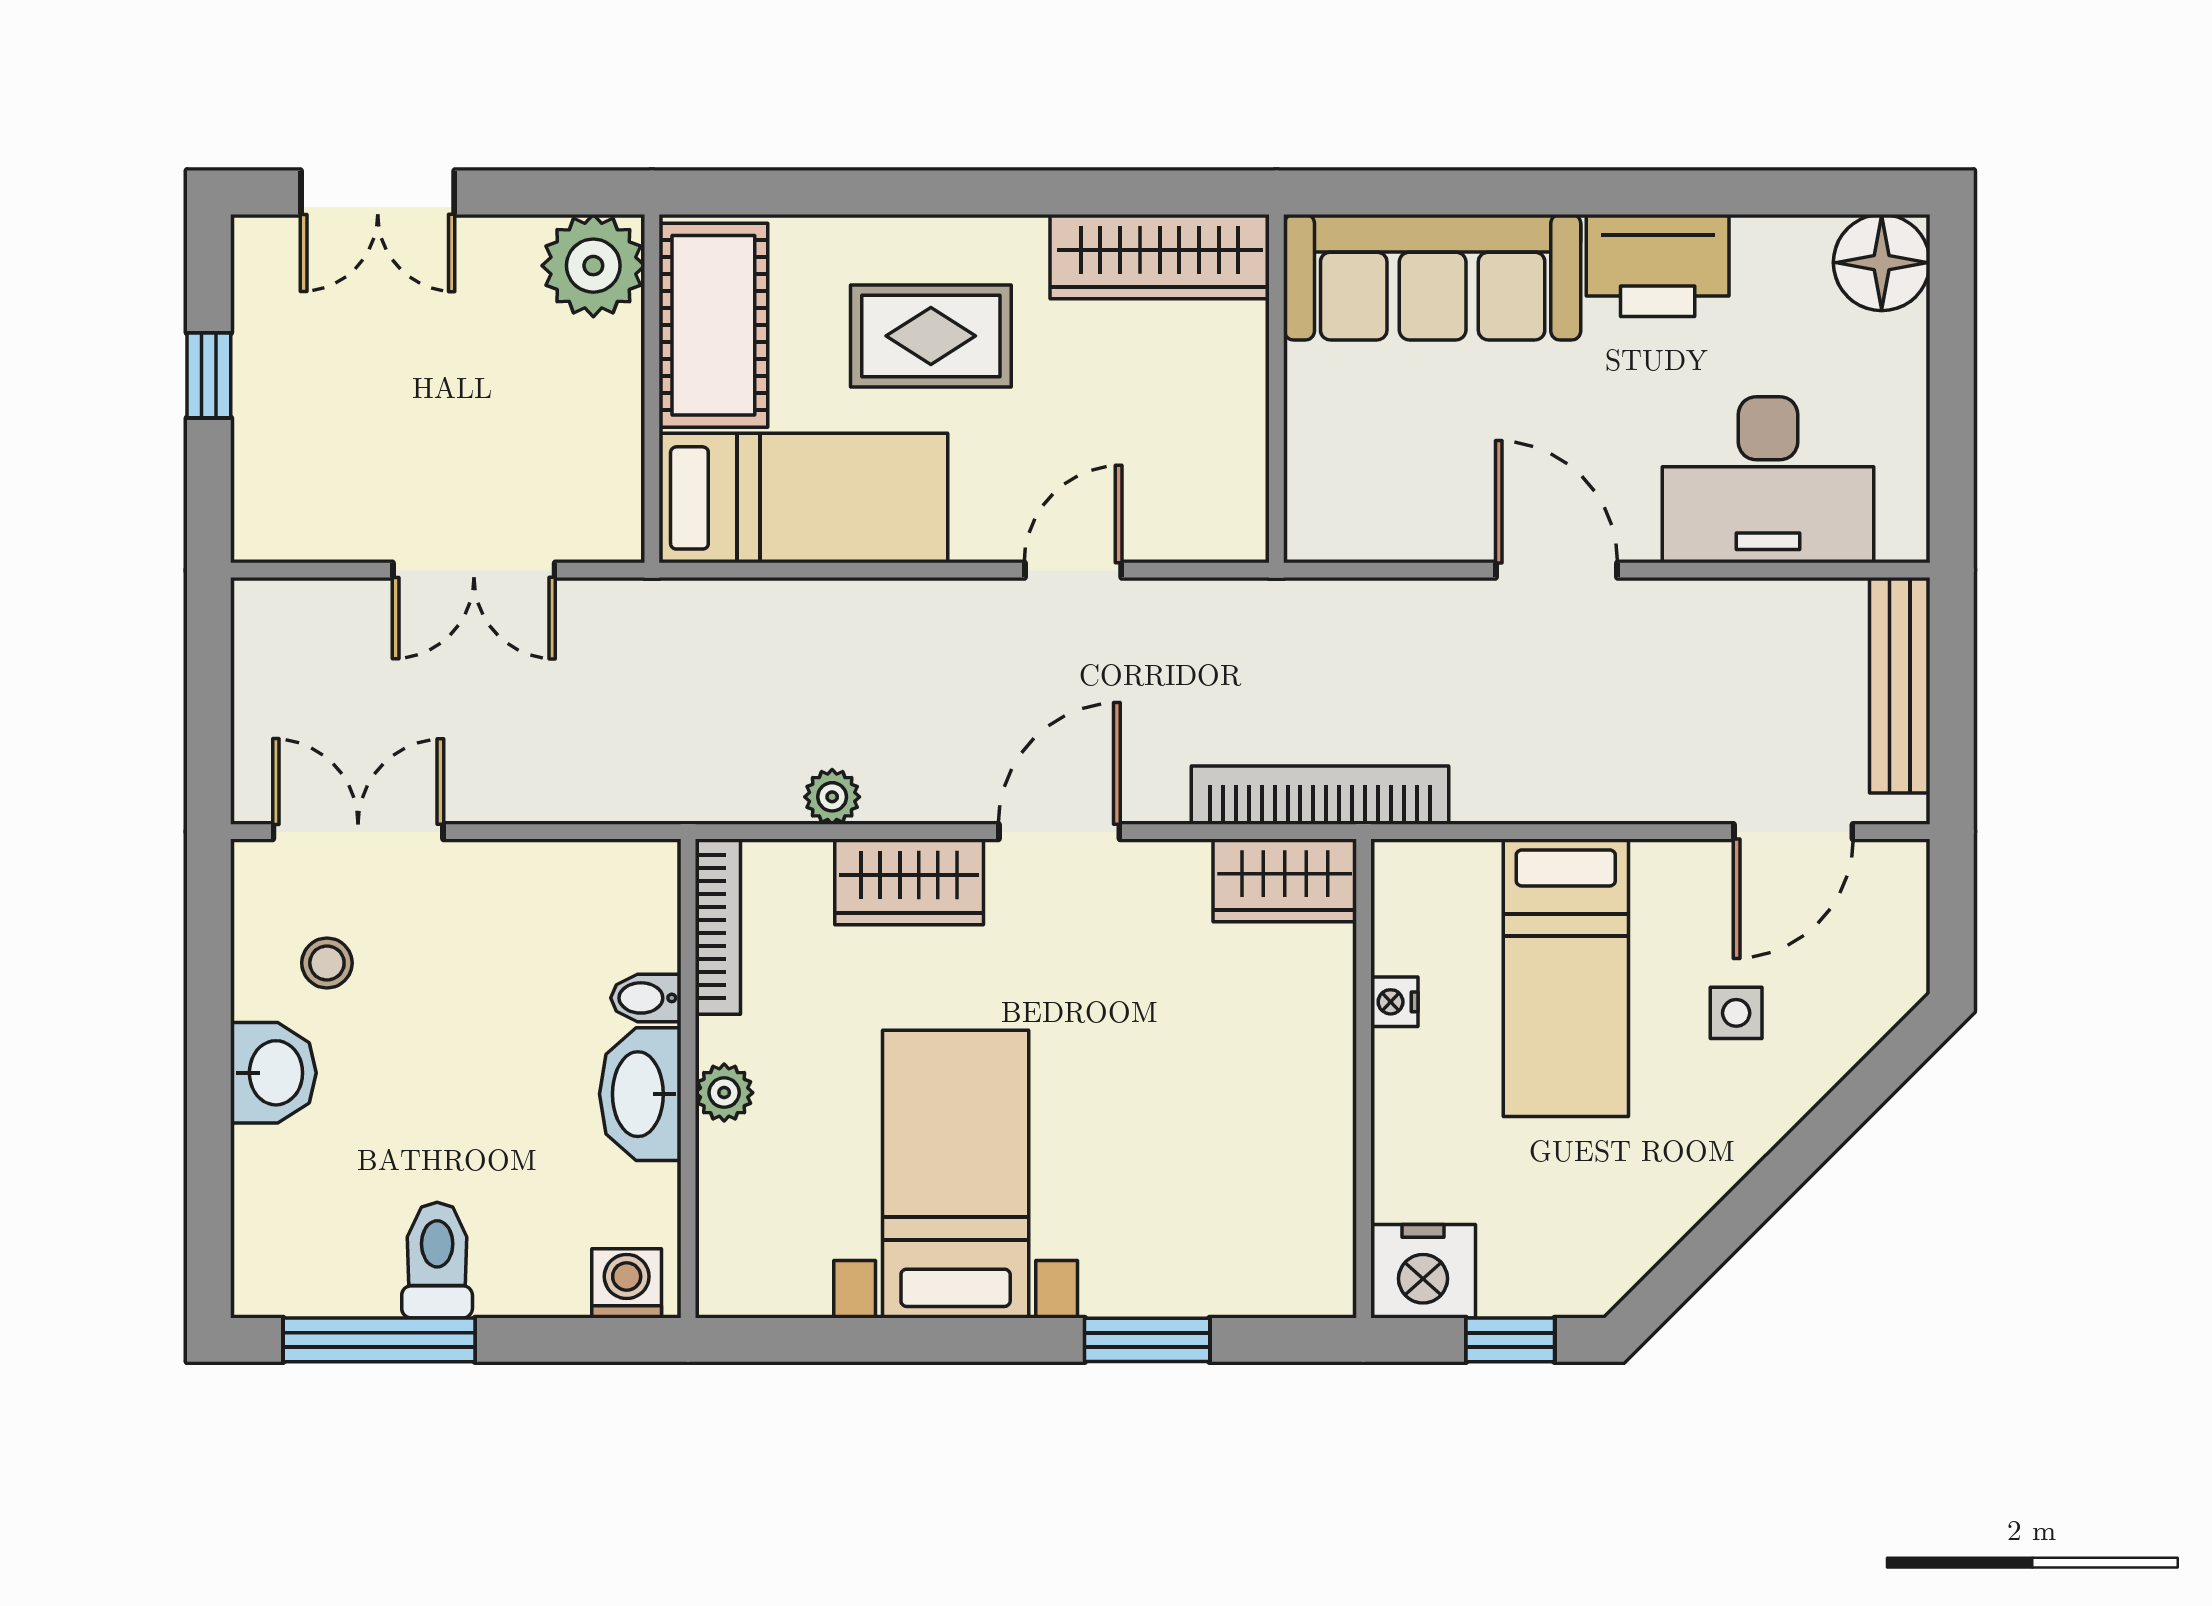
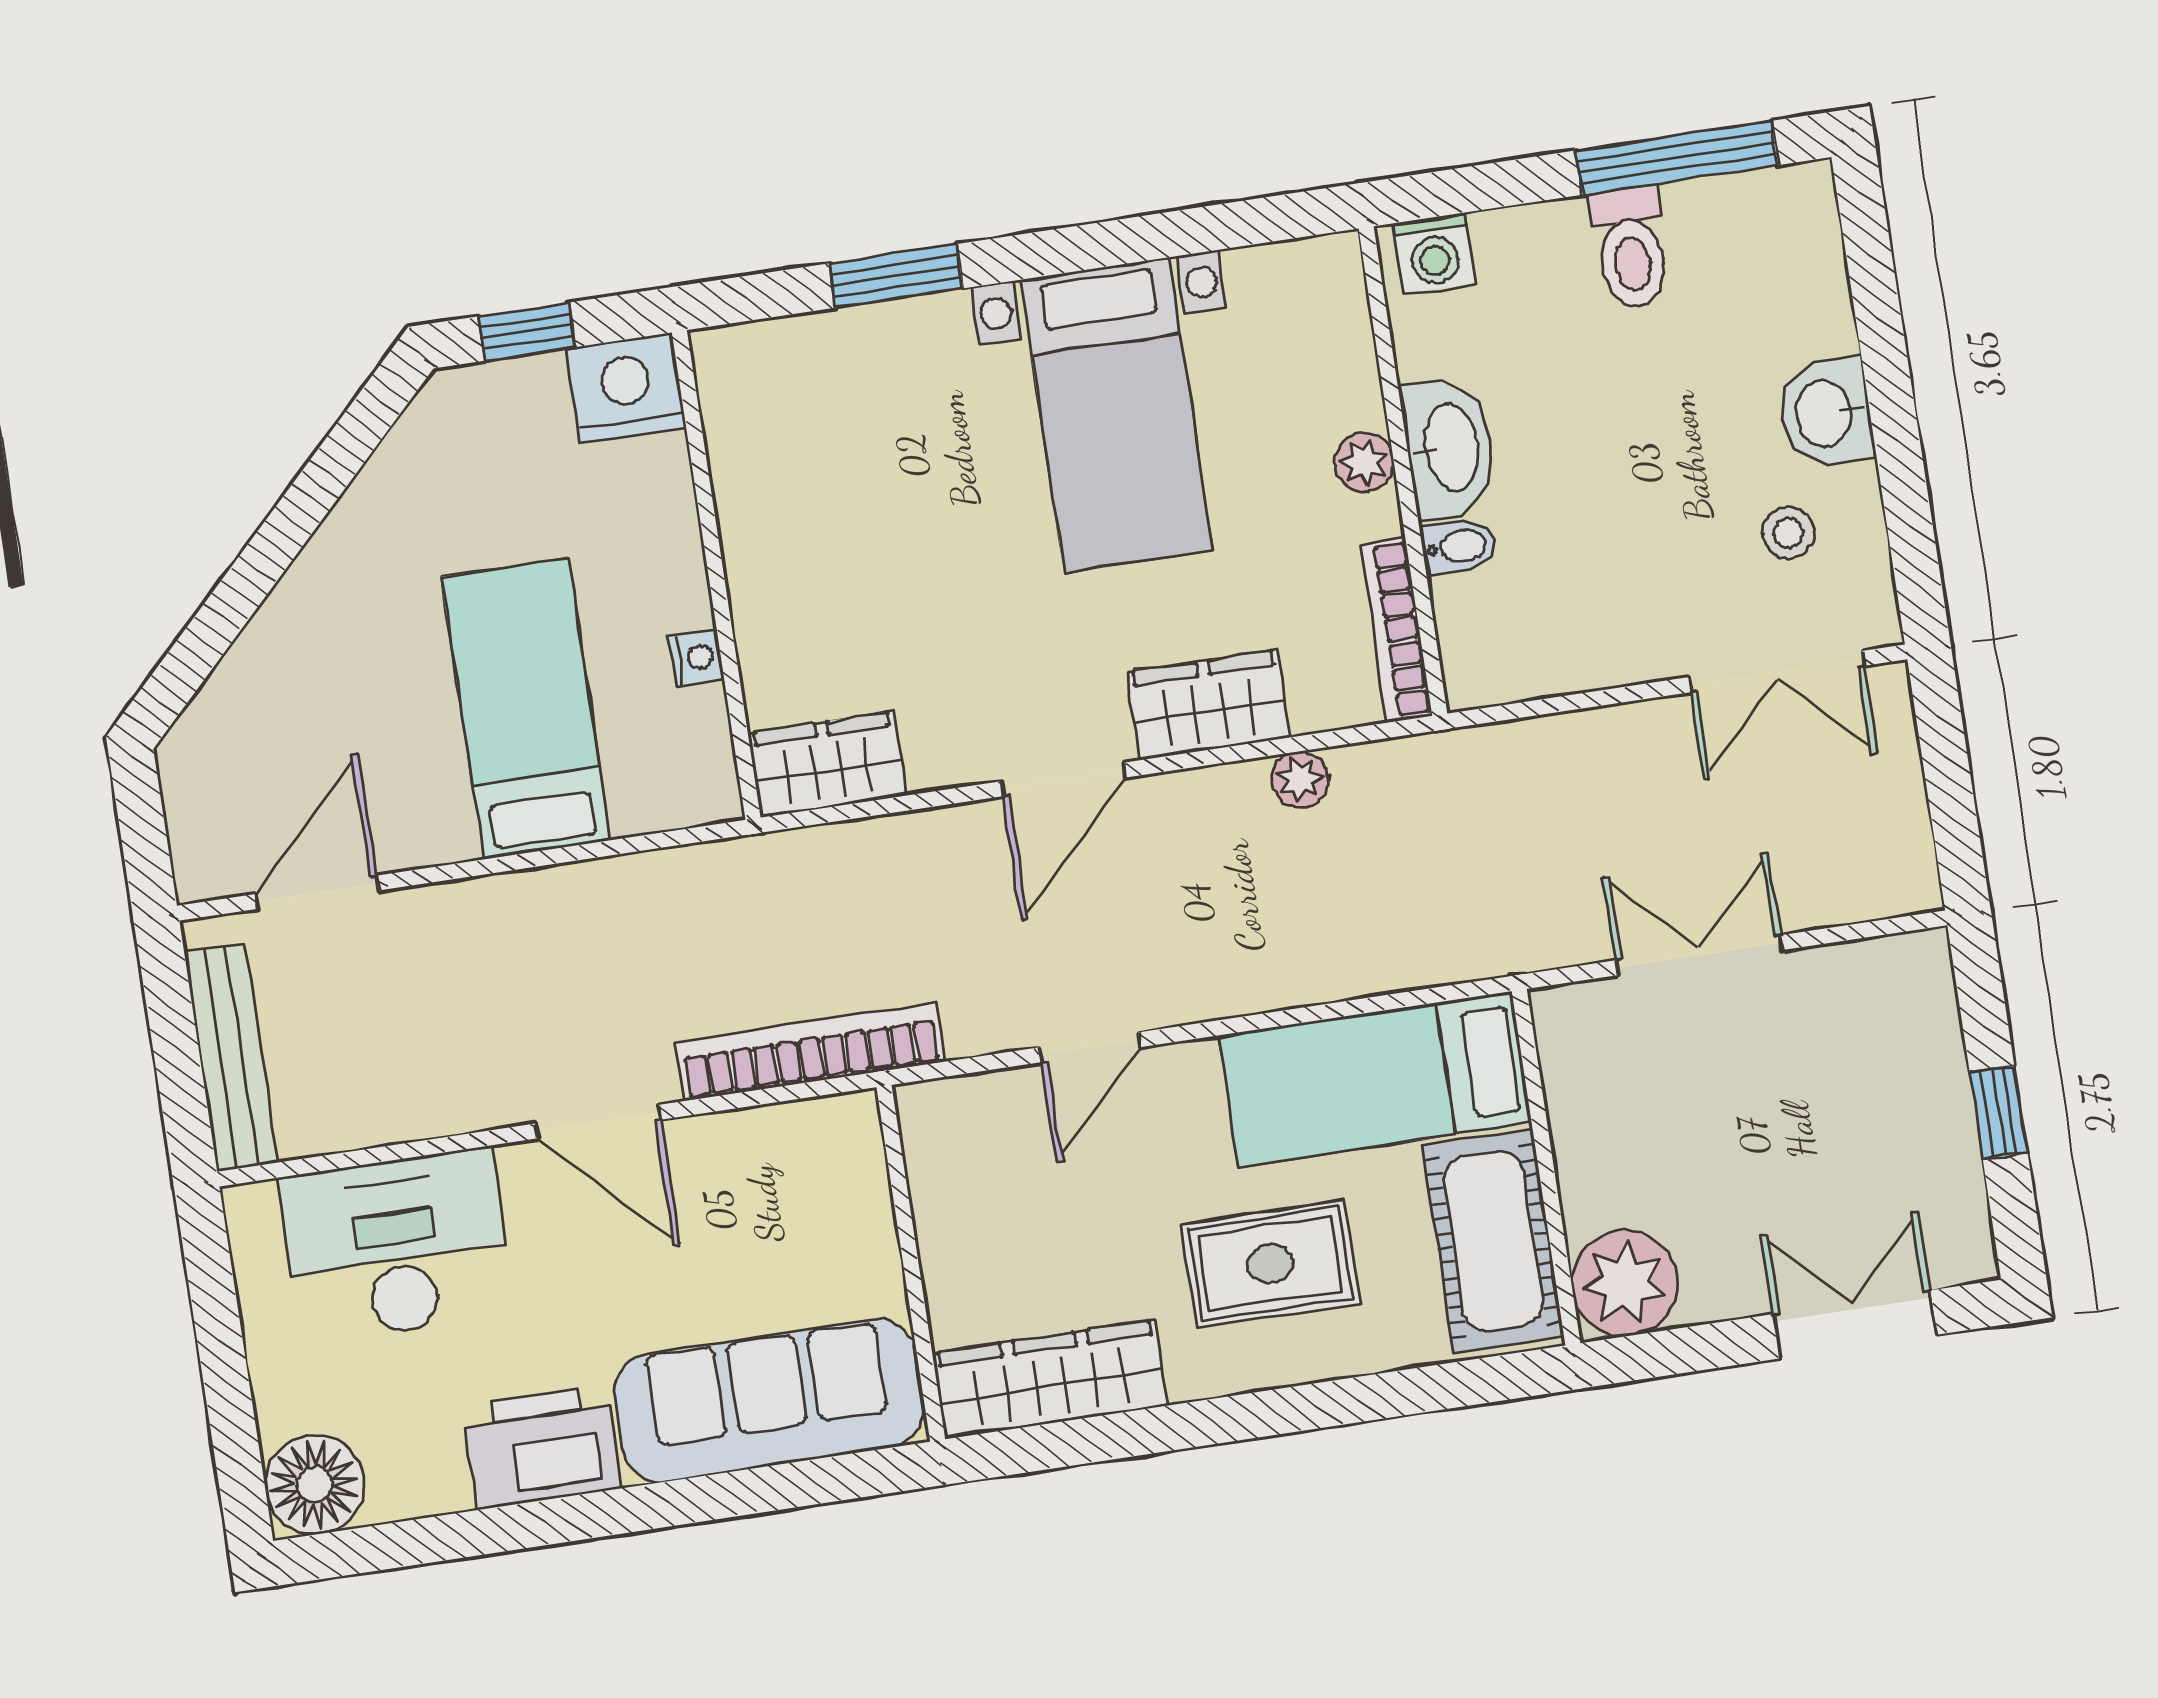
bookcase: (1320, 795) -> (811, 1052), moved, turned 180
side table: (1736, 1013) -> (347, 699), removed

